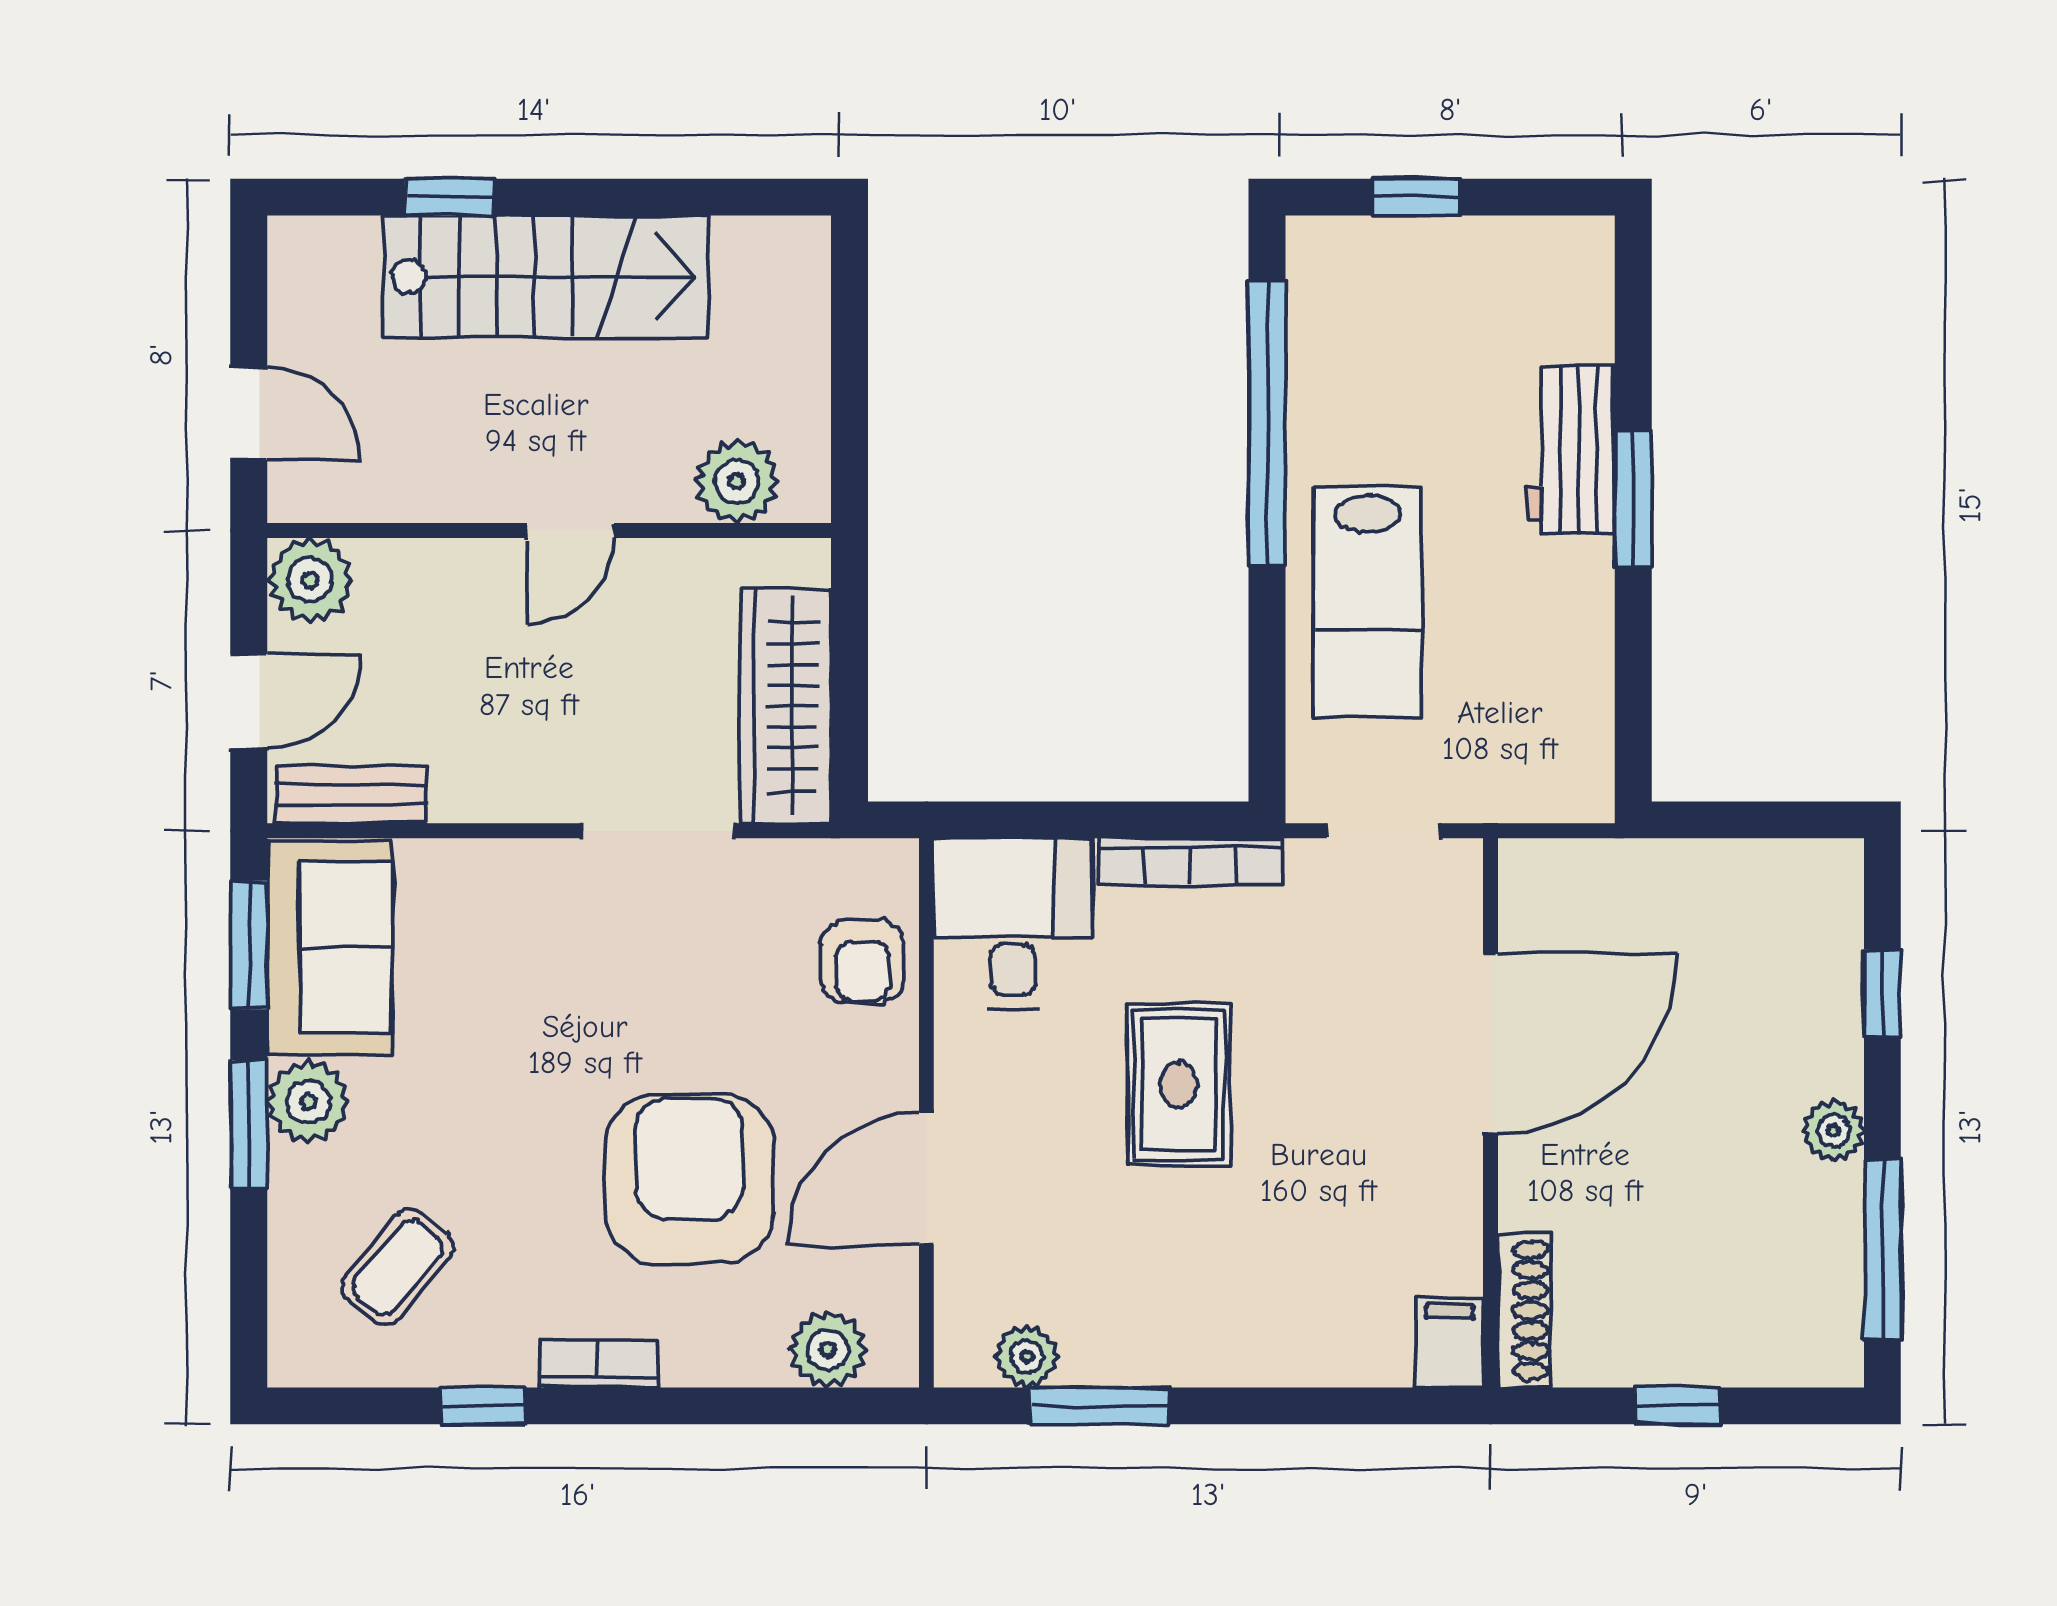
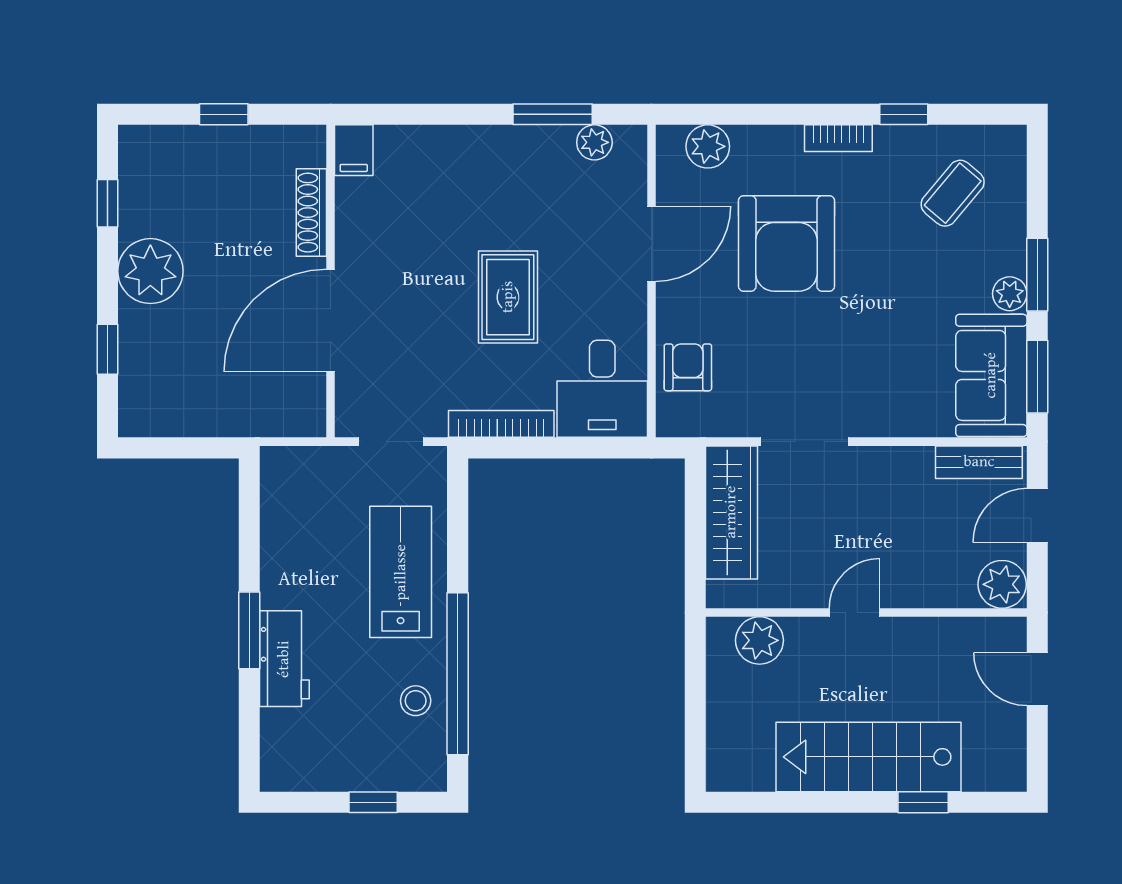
stool: (1341, 376) -> (416, 701), added
plant: (308, 1102) -> (1010, 294), width x0.73, depth x0.73
plant: (1834, 1130) -> (150, 271), width x1.87, depth x1.87
window: (1882, 1250) -> (107, 203), width x0.46
shoe rack: (1524, 1310) -> (311, 213), moved

